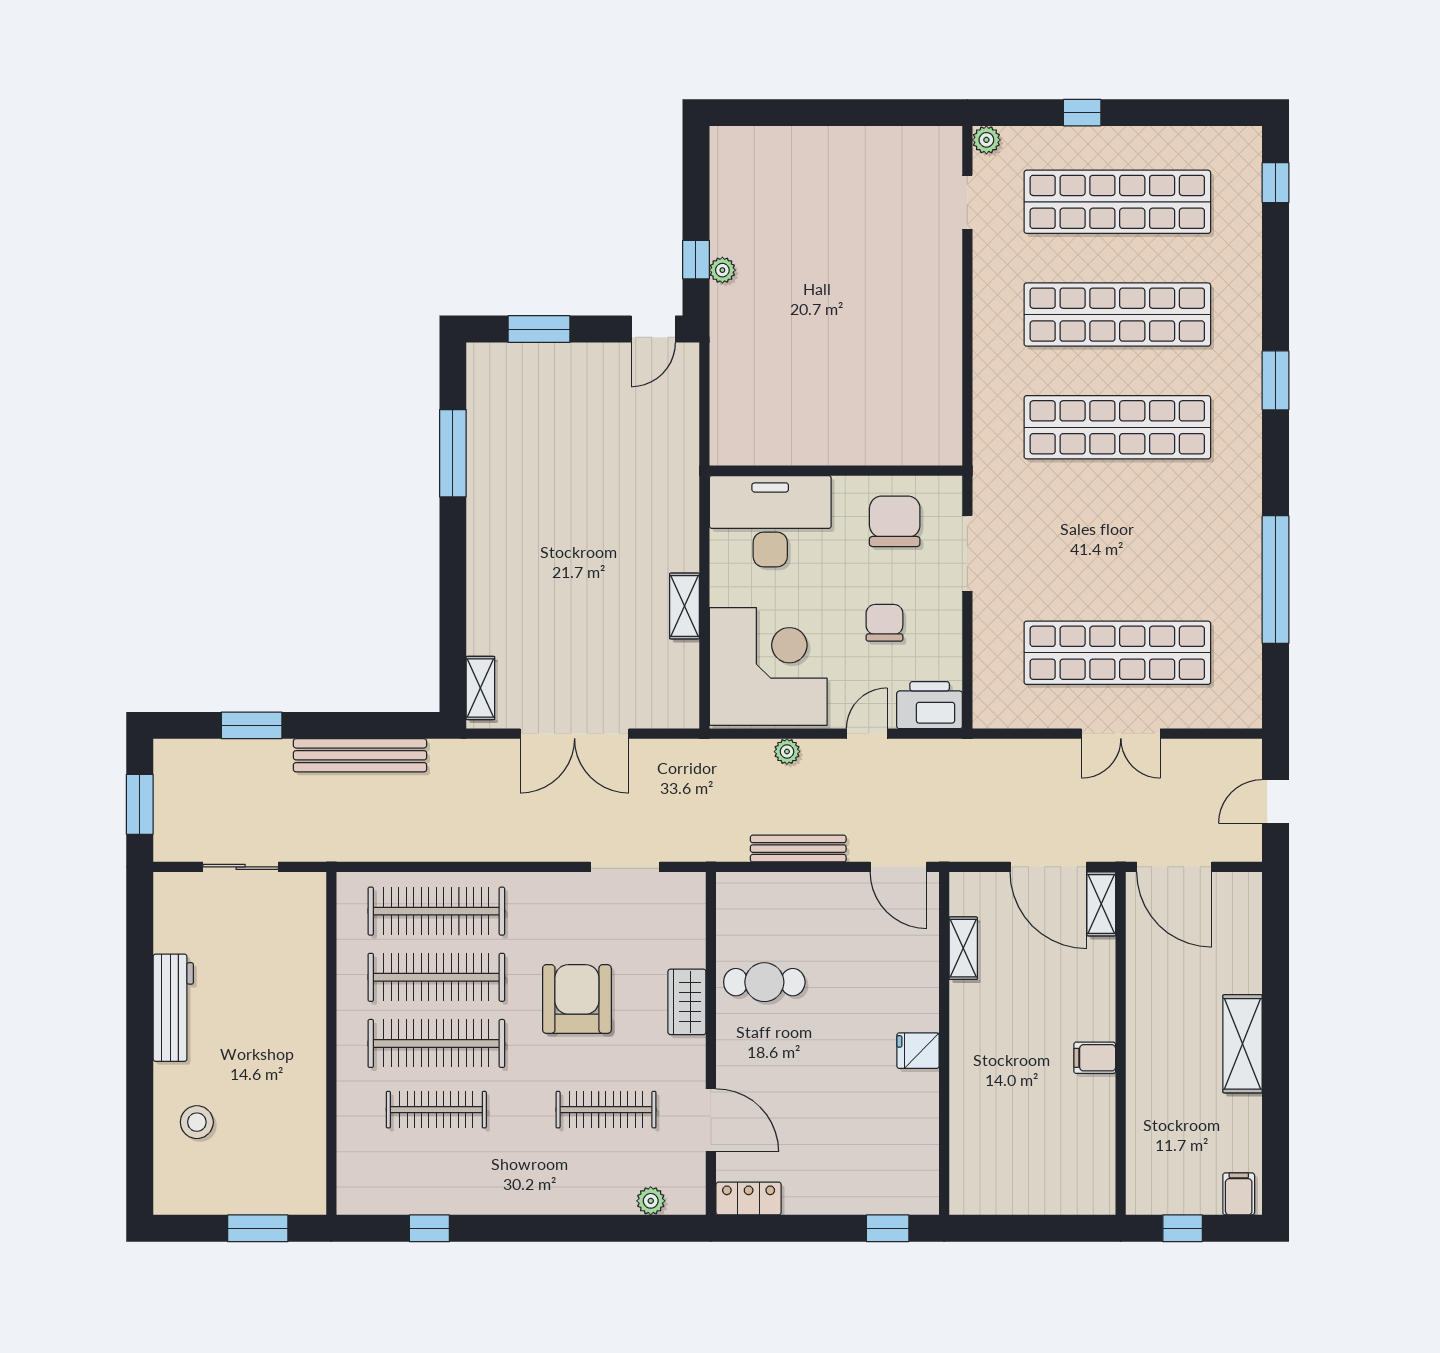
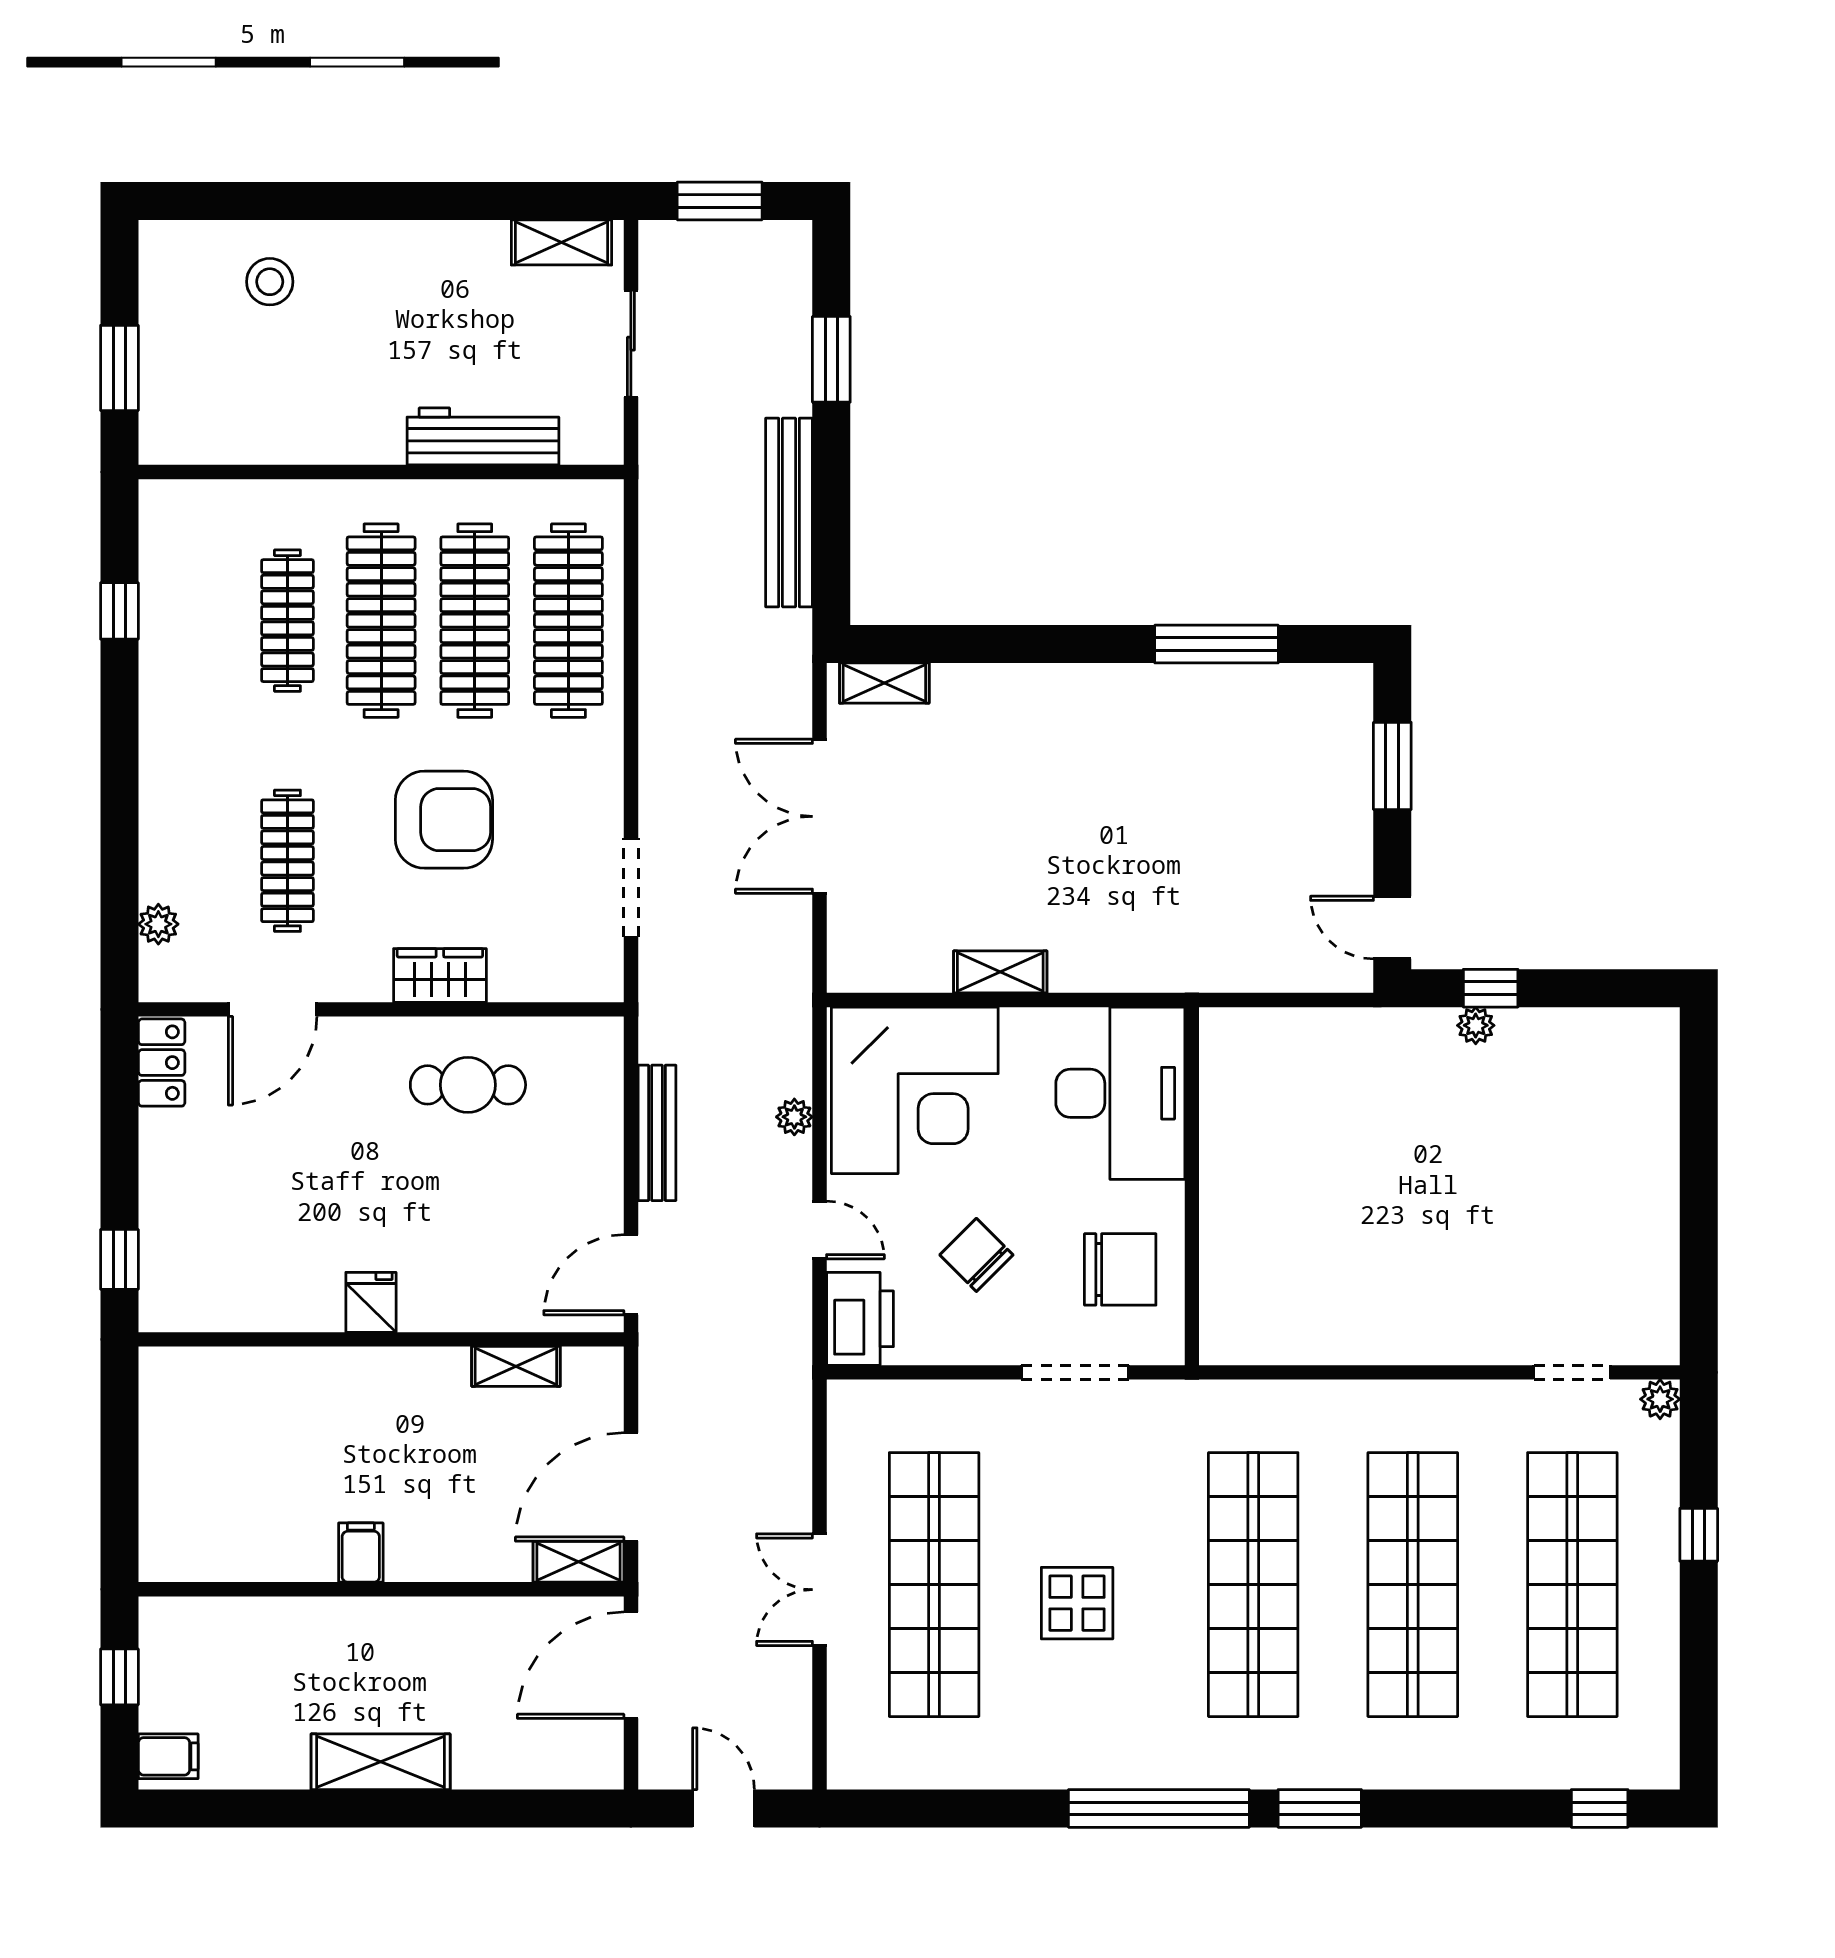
display table: (1130, 552) -> (1077, 1603), added
window: (1276, 580) -> (1159, 1808), moved
chair: (884, 623) -> (976, 1255), turned -135
shelving: (169, 916) -> (562, 242), added
cafe table: (764, 982) -> (468, 1085), turned 90
workbench: (173, 1008) -> (483, 436), moved, turned 180

